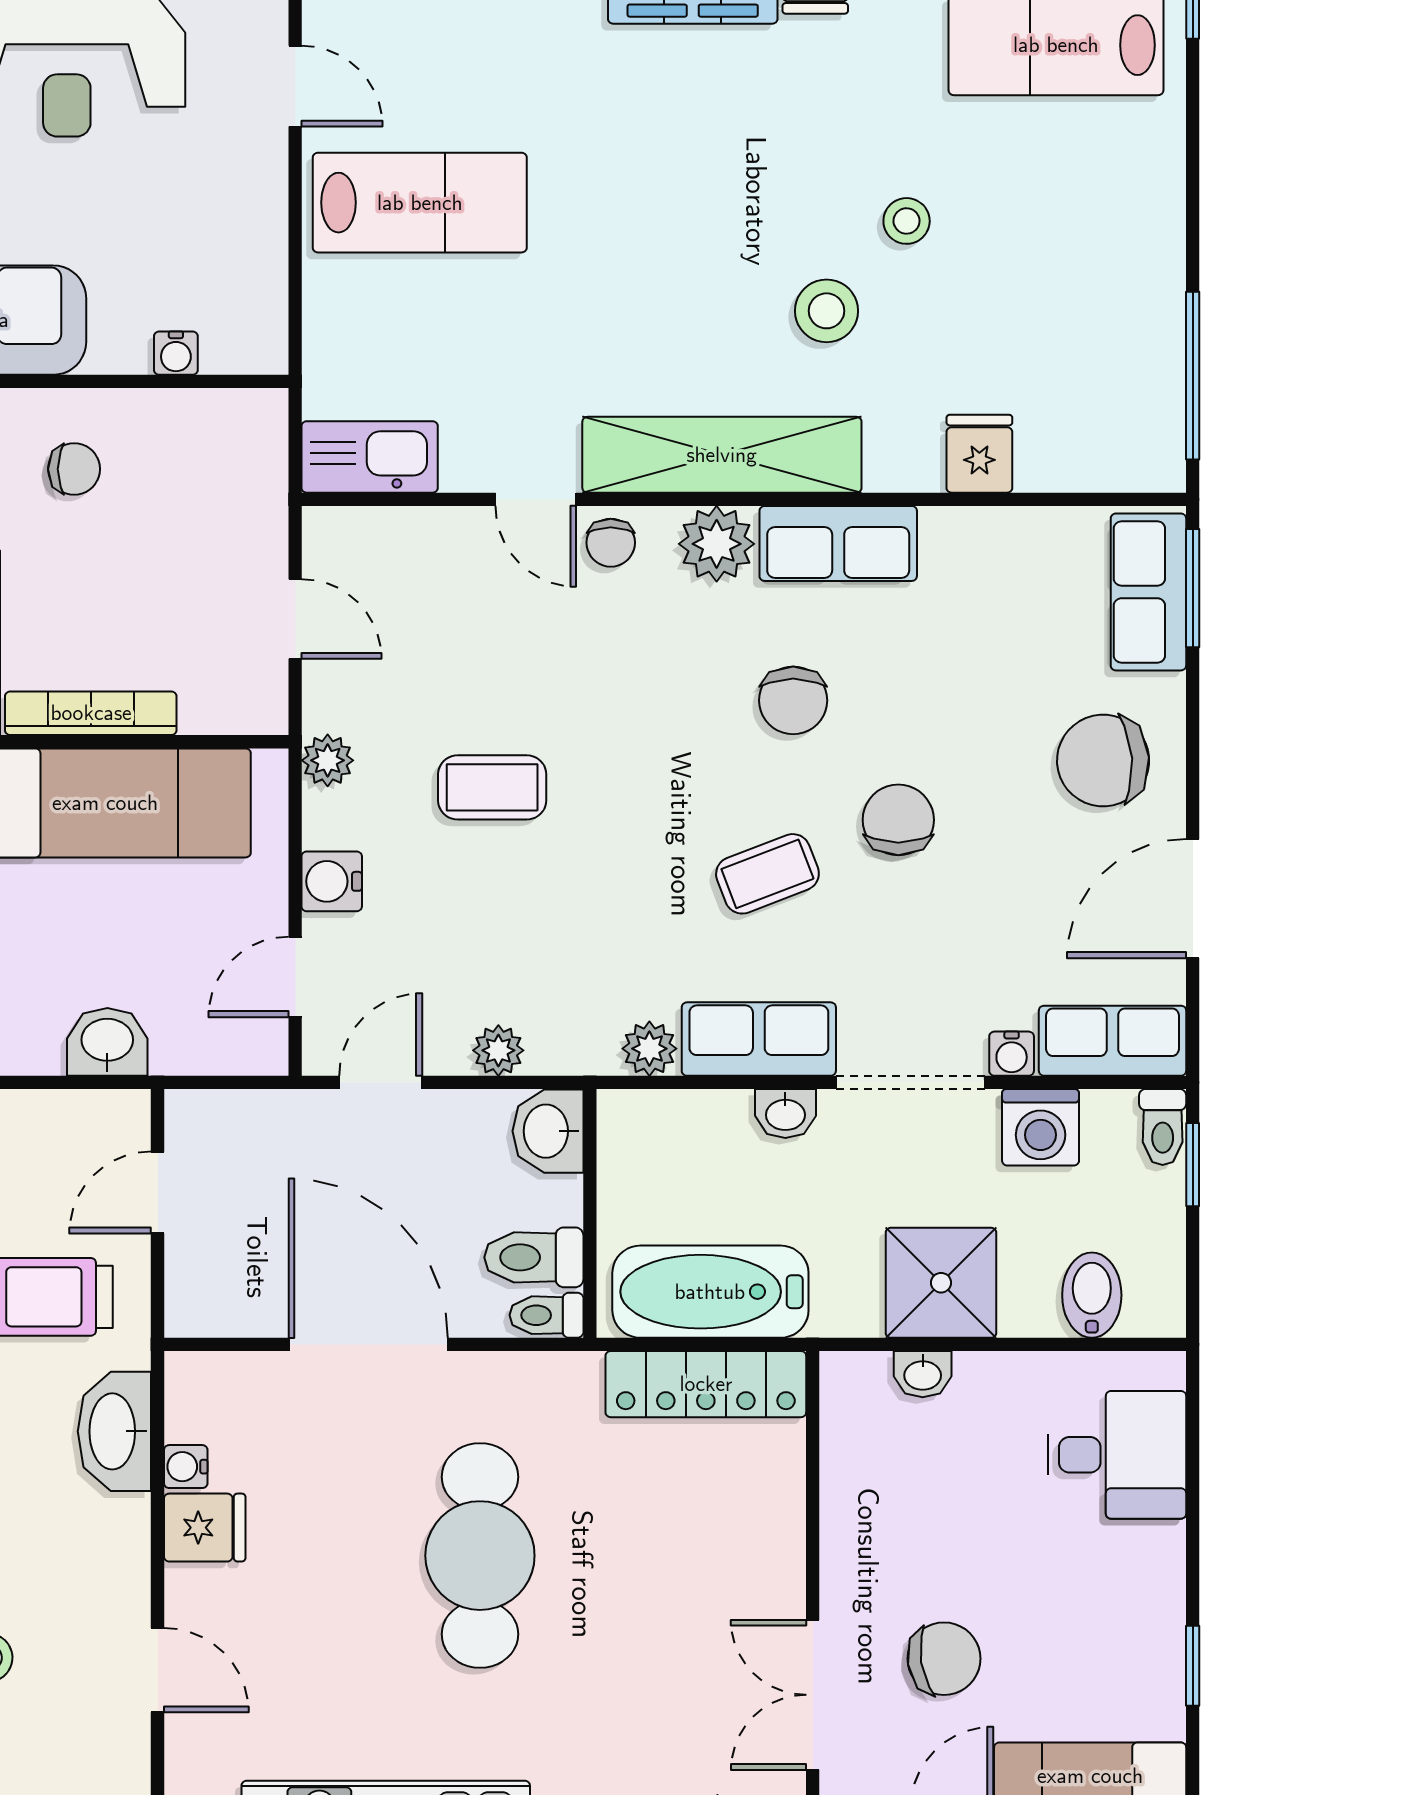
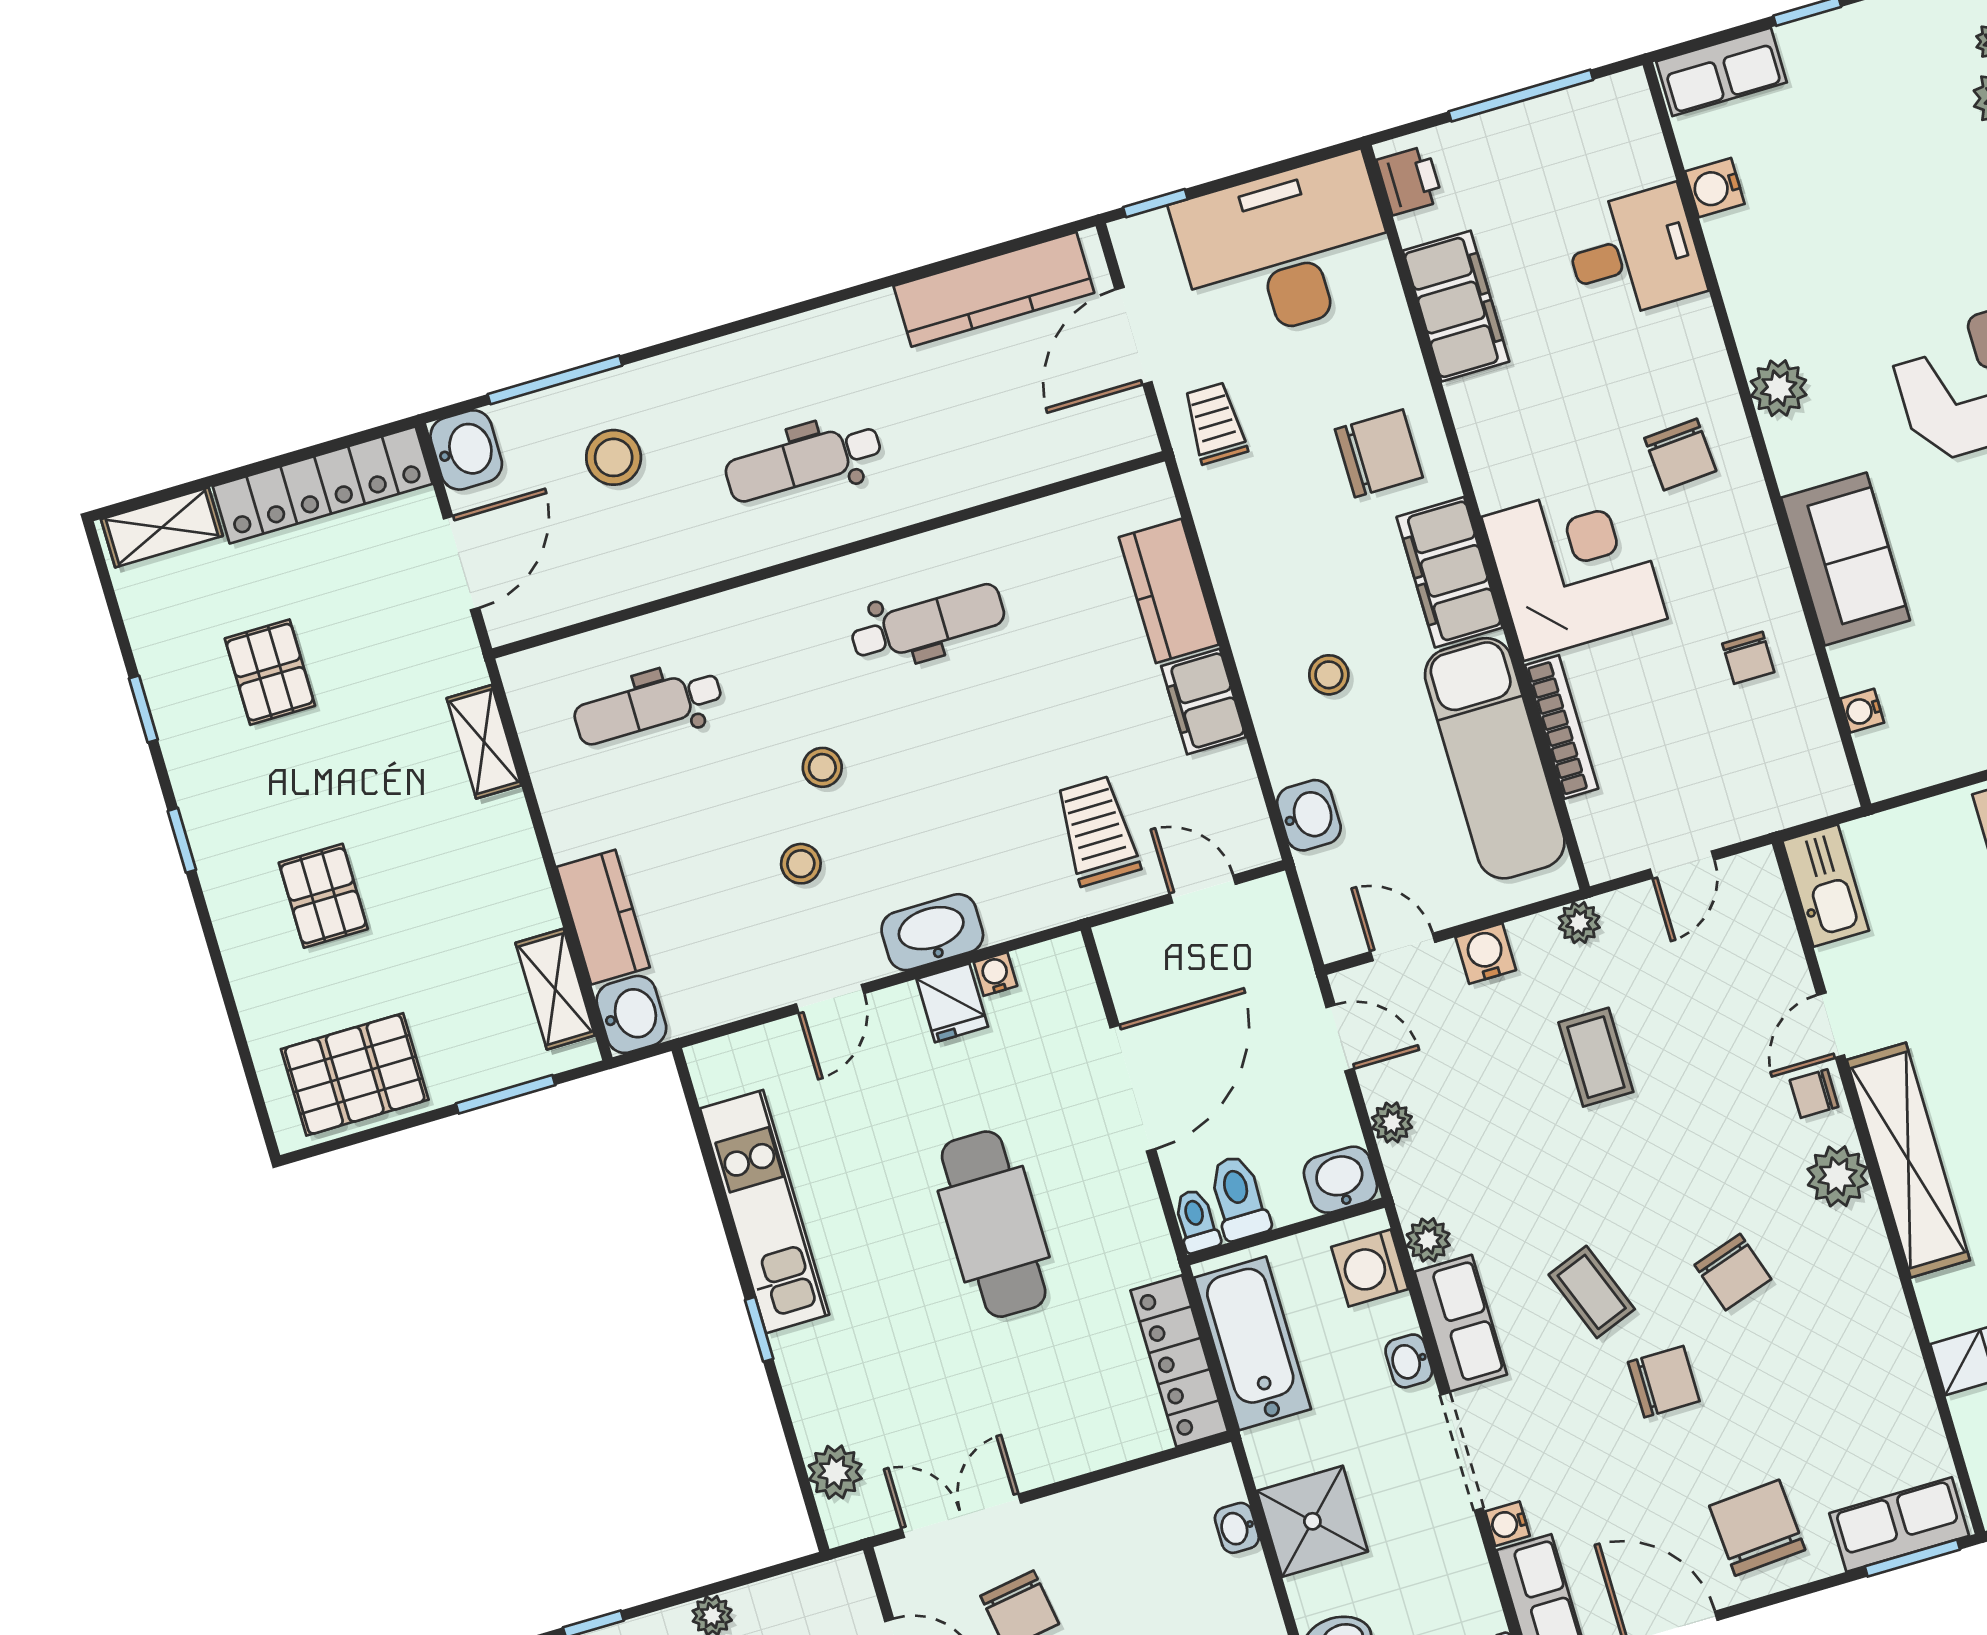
row of seats: (838, 543) -> (1866, 1271), removed
chair: (793, 700) -> (1733, 1272), turned -108
washing machine: (1041, 1127) -> (1370, 1268), moved
washbasin: (114, 1431) -> (932, 932), moved
cafe table: (480, 1556) -> (994, 1224), turned 90

